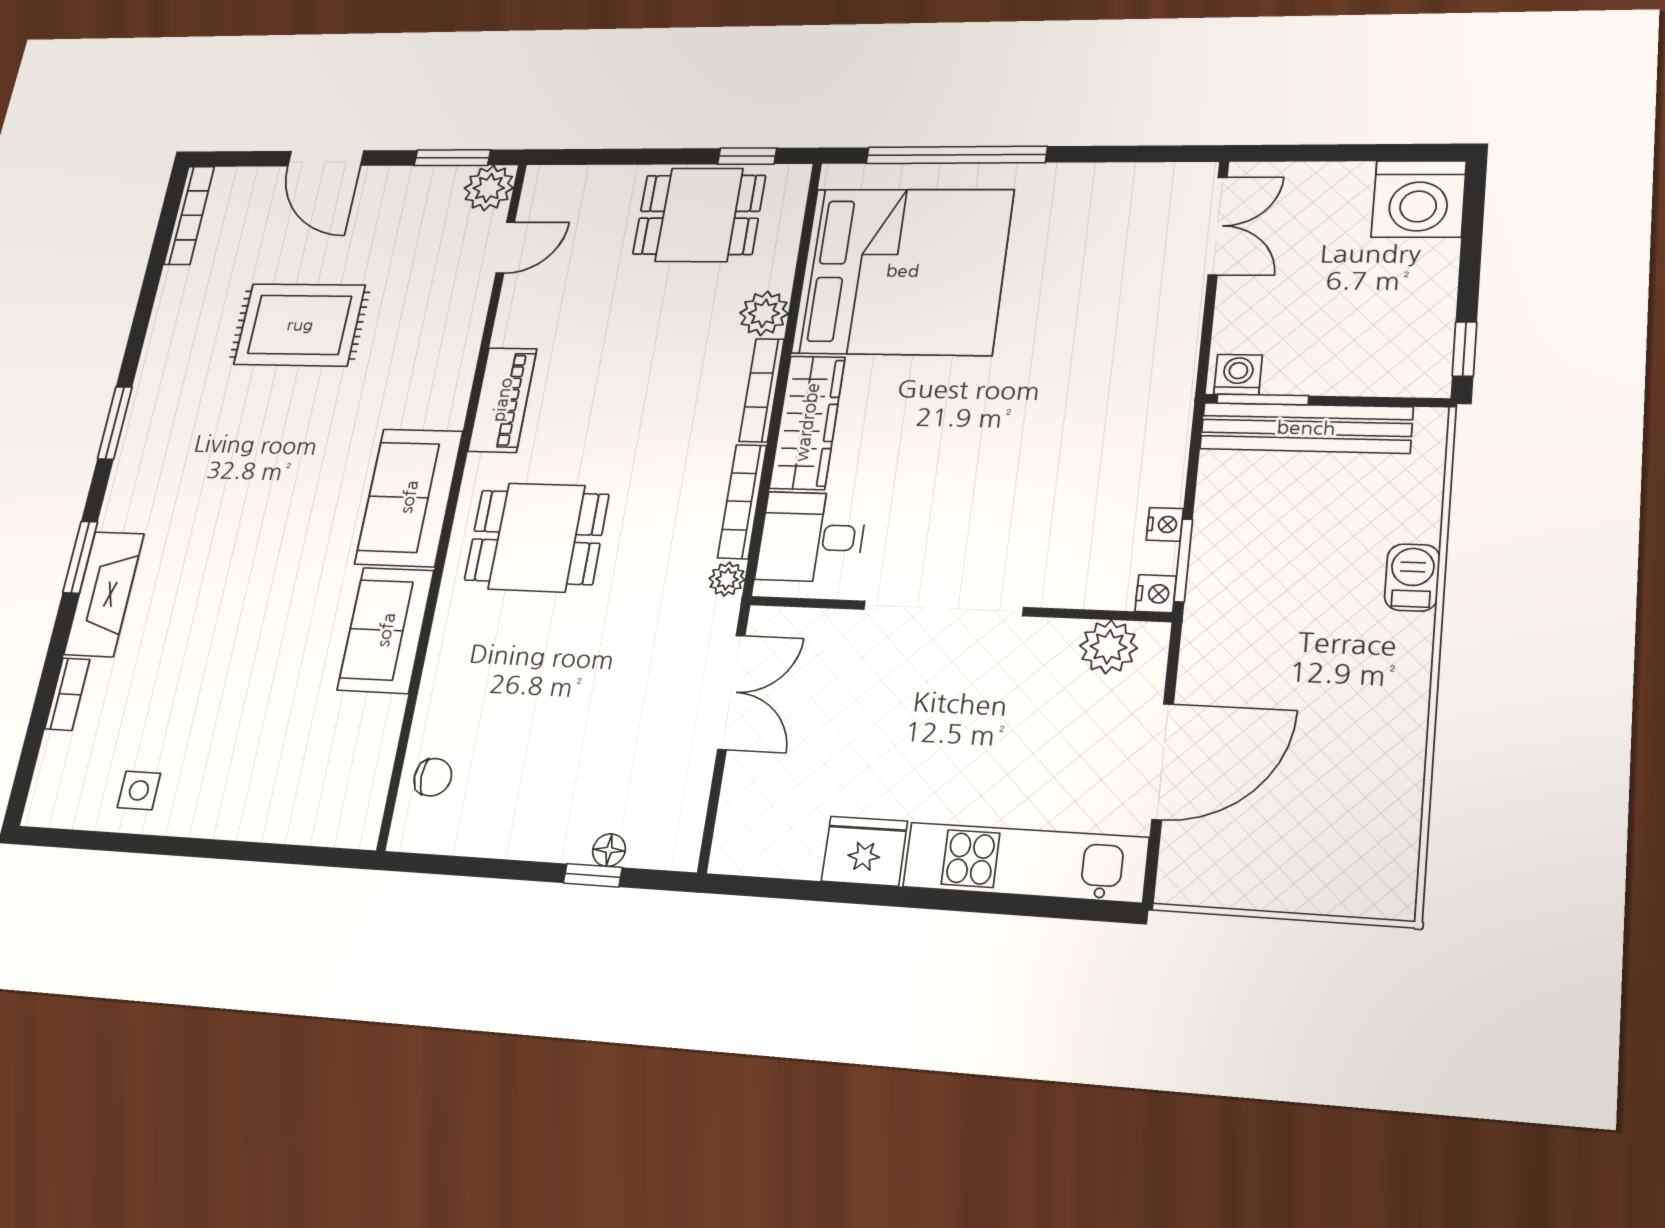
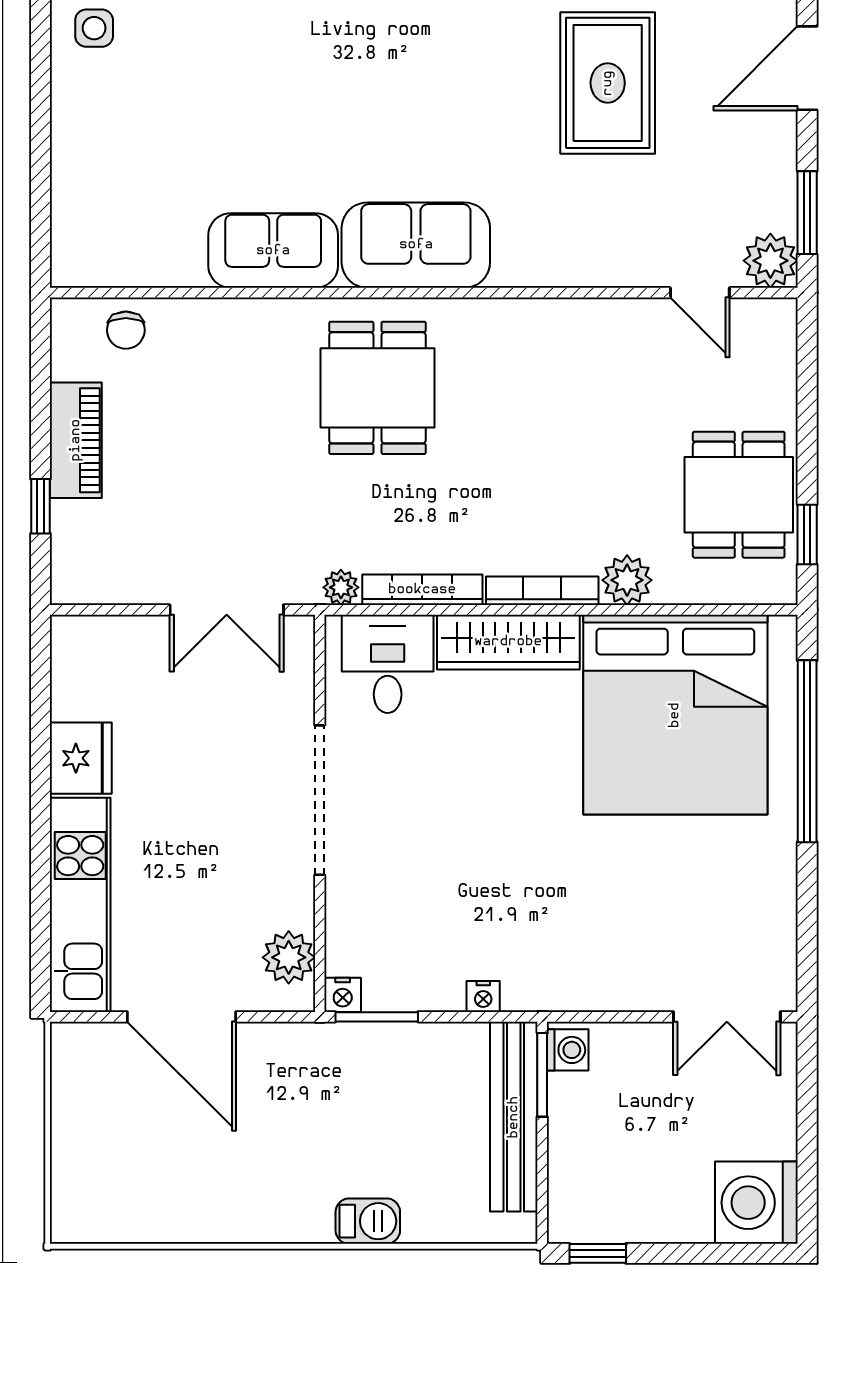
piano: (502, 400) -> (76, 440), moved, turned -90
nightstand: (1165, 524) -> (483, 997), moved
floor lamp: (609, 850) -> (66, 518), removed

